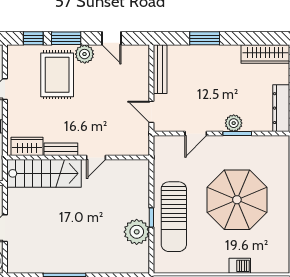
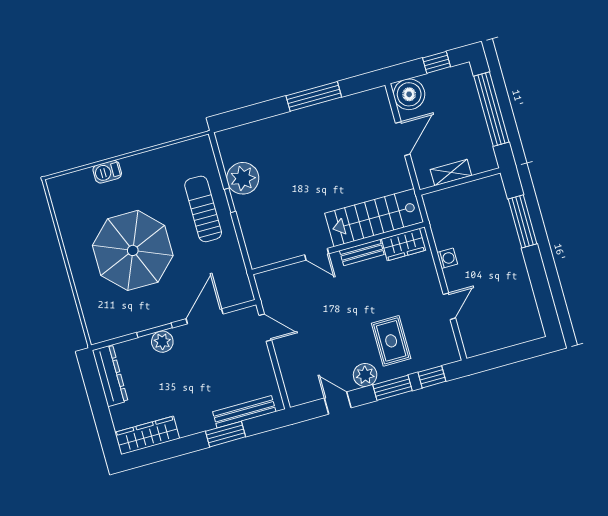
bench: (160, 69) -> (244, 412), moved, turned 90
rug: (57, 75) -> (391, 341), width x0.73, depth x0.70
door: (196, 134) -> (205, 316), width x1.38
door: (96, 157) -> (317, 254), swing flipped
sun lounger: (174, 217) -> (203, 209), width x0.73, depth x0.75

